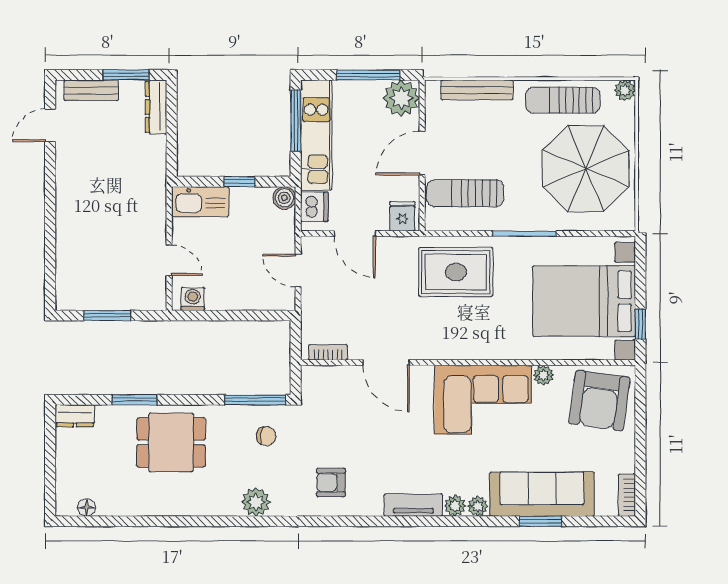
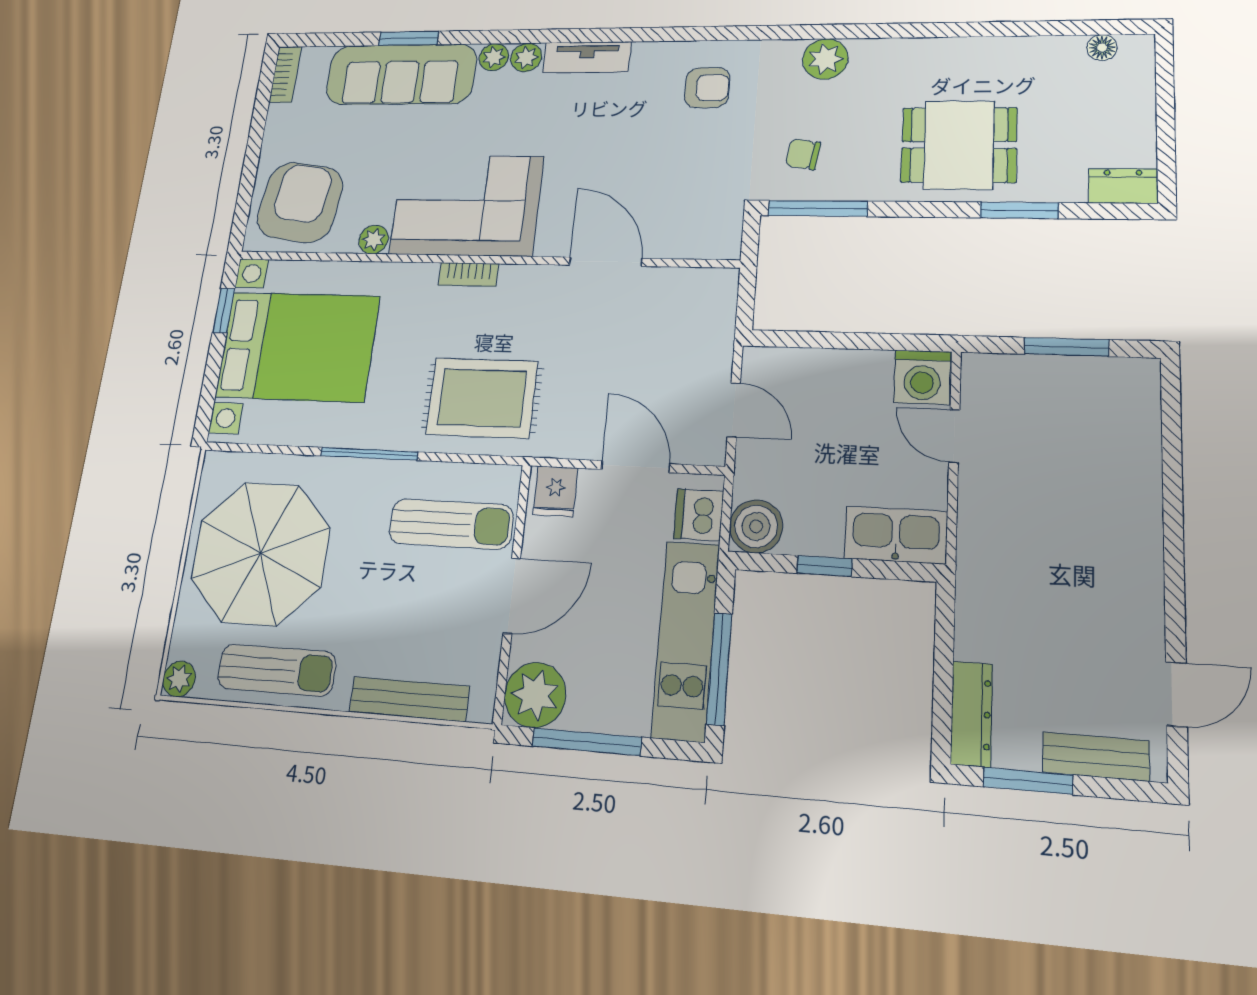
boiler: (284, 198) -> (756, 526), width x1.36, depth x1.36
washing machine: (193, 299) -> (922, 377), width x1.38, depth x1.38
bookcase: (328, 352) -> (468, 274), moved

